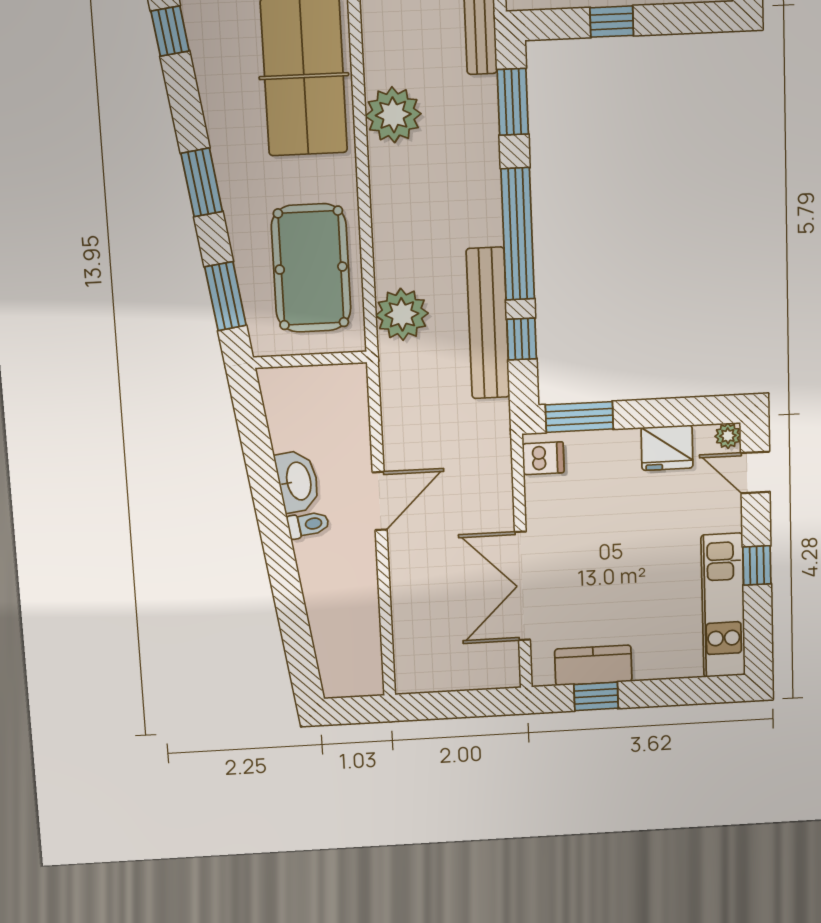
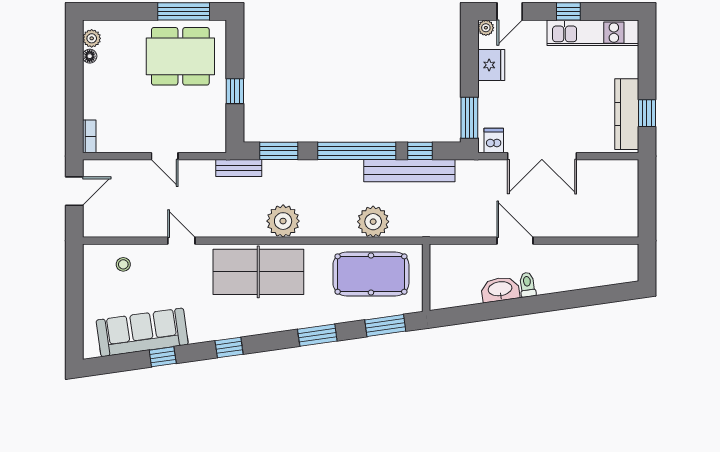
plant: (402, 314) -> (373, 222), moved
double door: (522, 586) -> (542, 156), moved
kitchen counter: (593, 665) -> (627, 114), width x1.50

